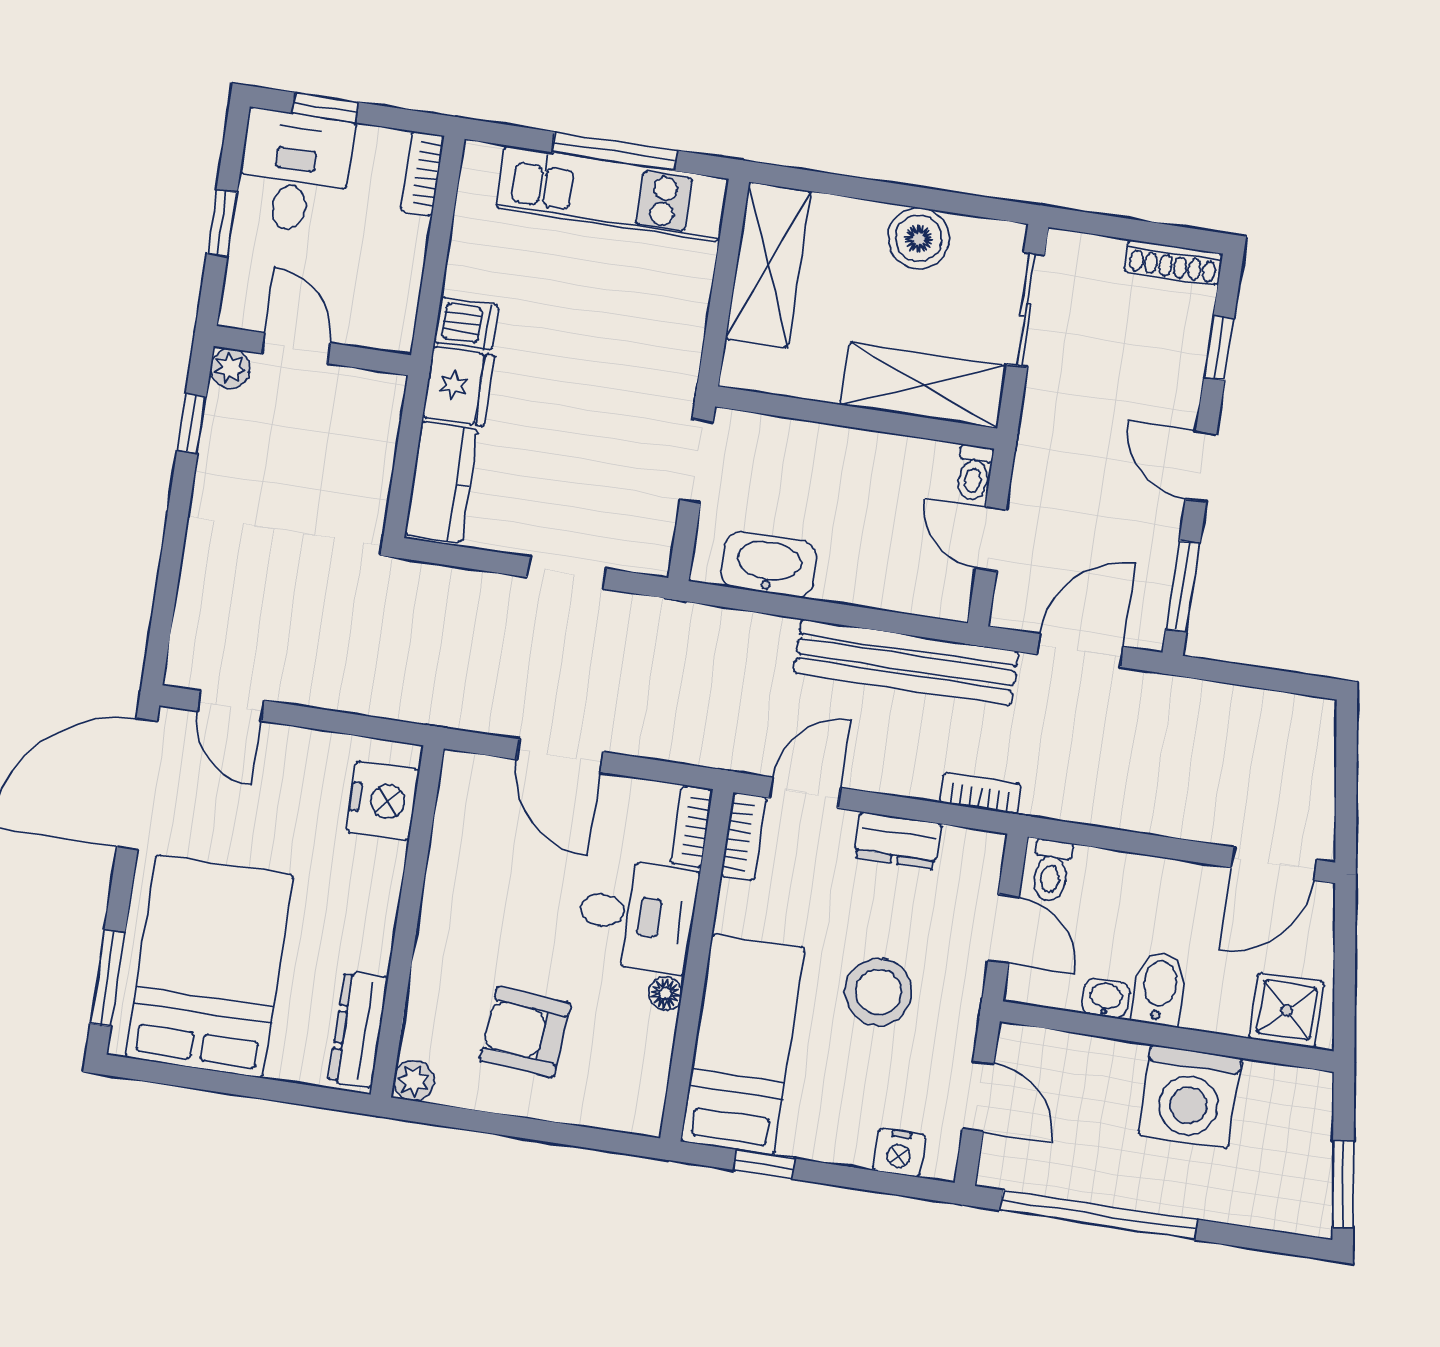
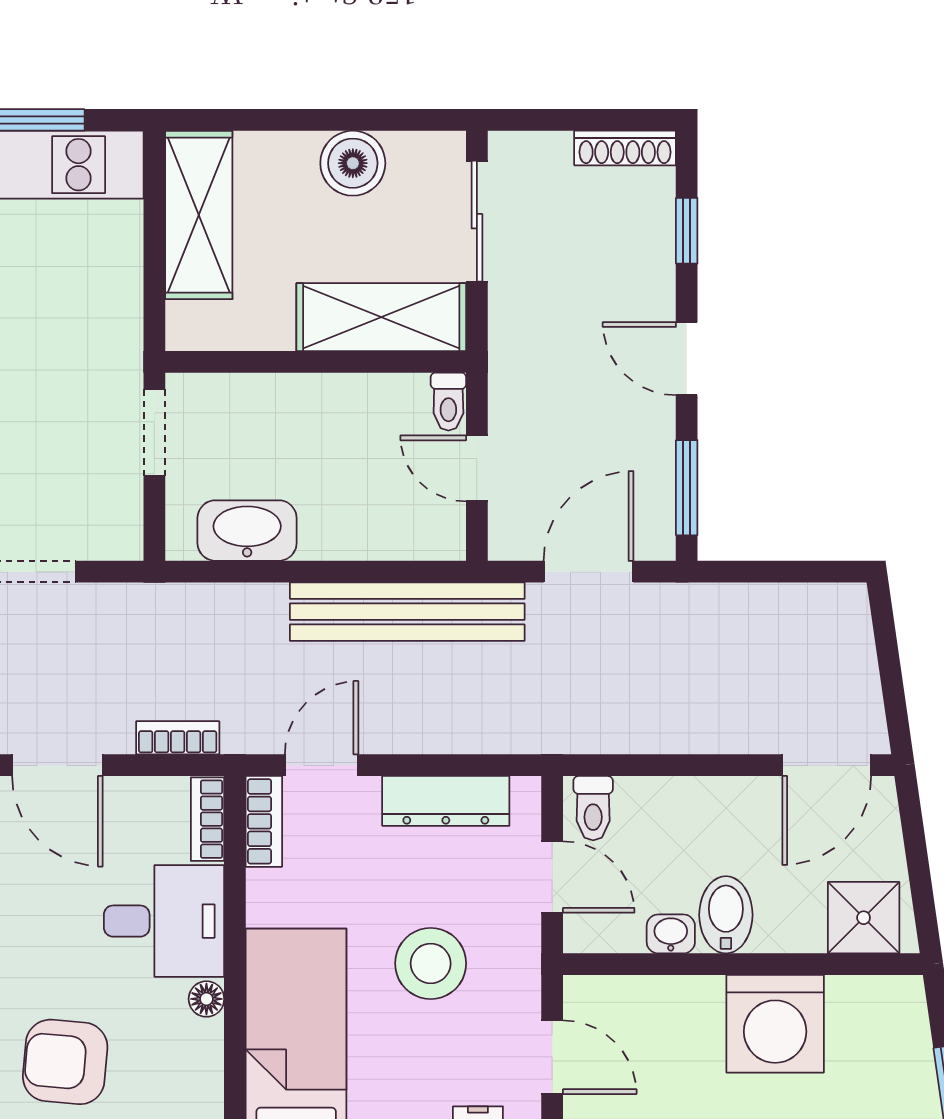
bookcase: (980, 793) -> (178, 738), moved
dresser: (897, 841) -> (446, 801), width x1.44

